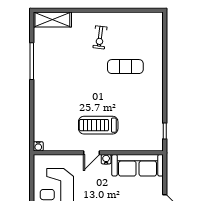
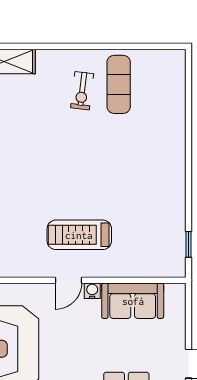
exercise mat: (125, 67) -> (119, 84), moved, turned 90
sofa: (138, 165) -> (133, 301), width x0.73

